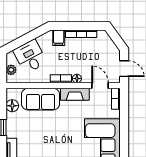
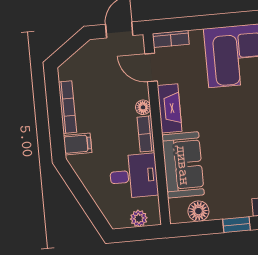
desk: (30, 56) -> (134, 176), moved, turned -152
door: (100, 86) -> (151, 67), hinge flipped

